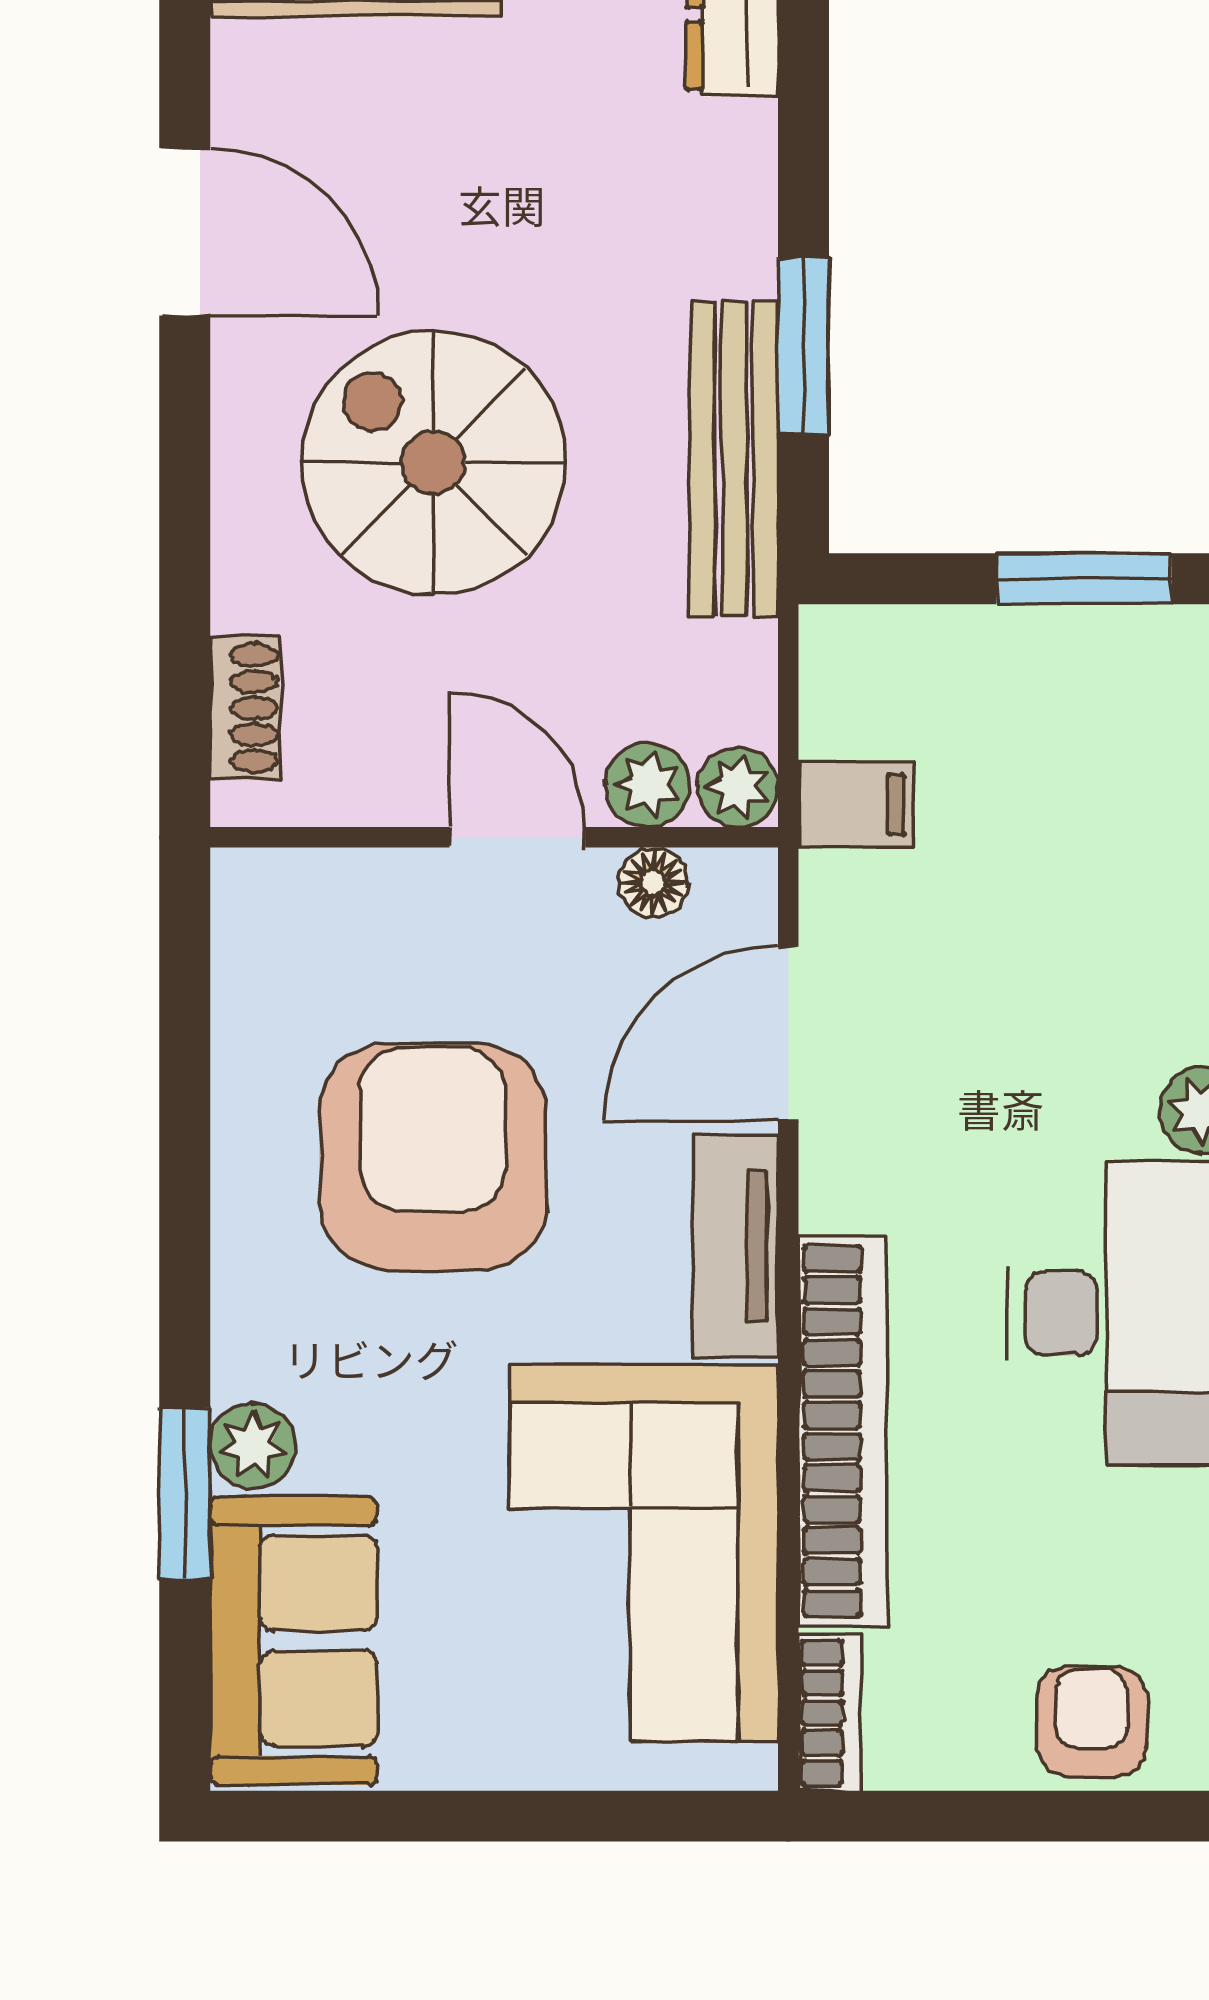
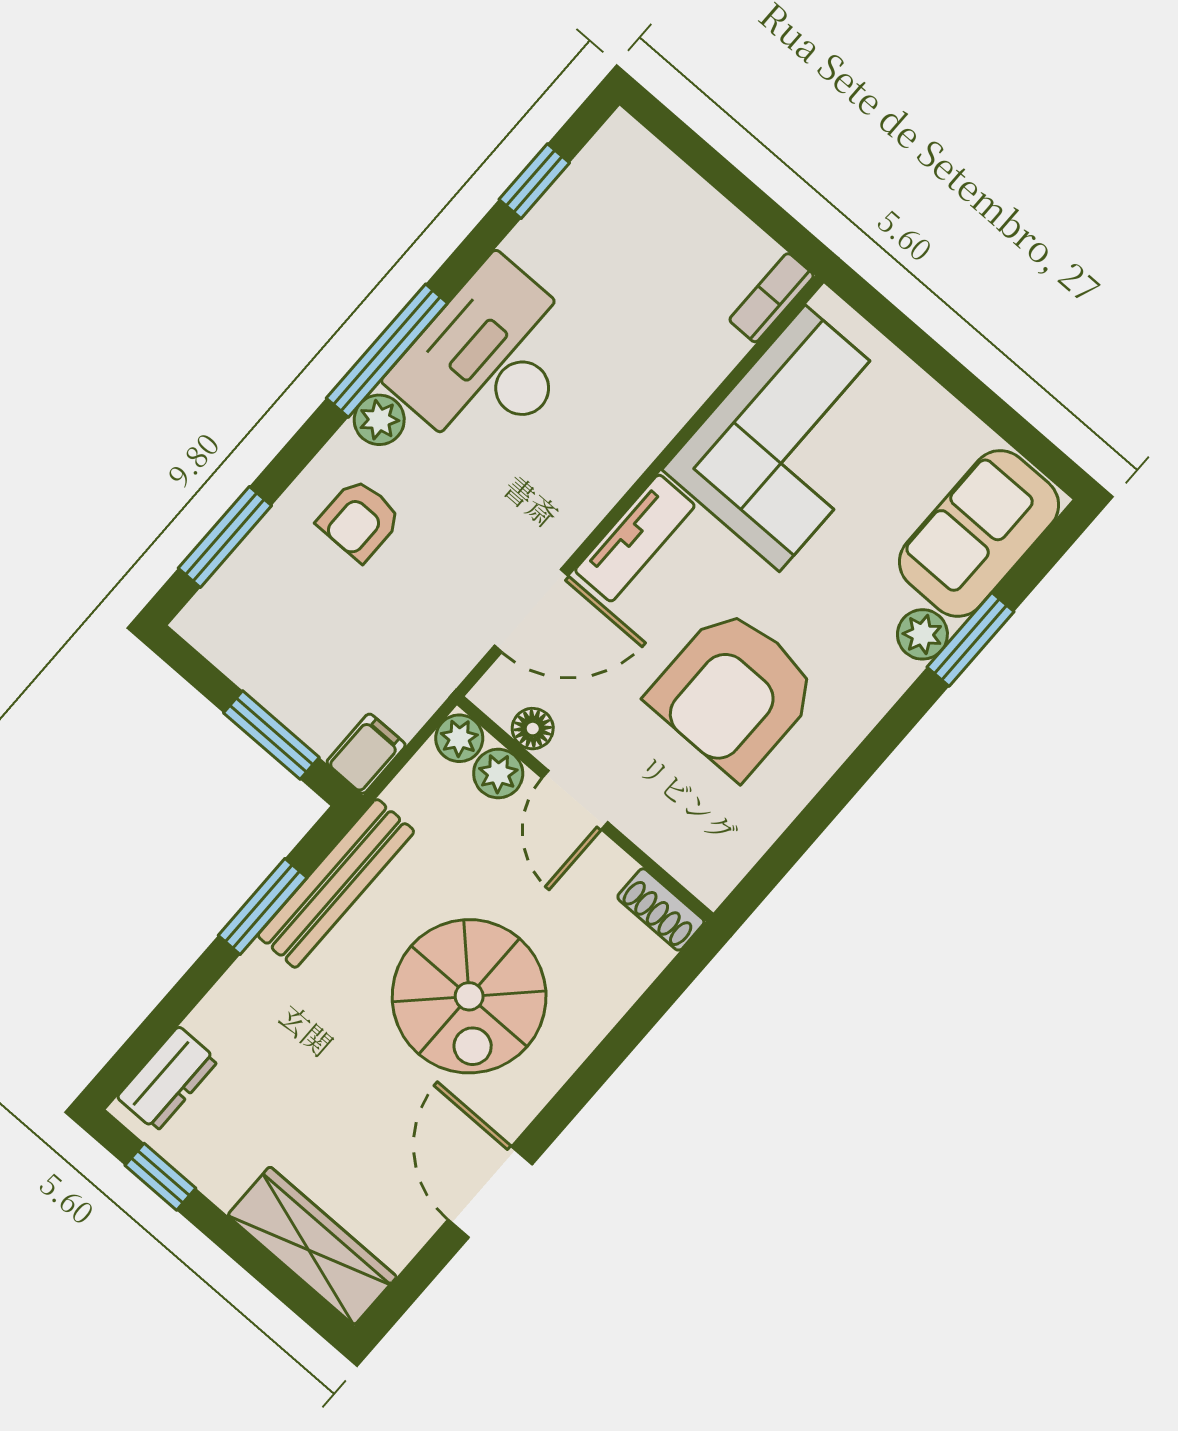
window: (1084, 579) -> (271, 735), moved
shoe rack: (245, 708) -> (661, 909), moved, turned -90
filing cabinet: (856, 805) -> (366, 754), moved, turned 90
bookcase: (843, 1431) -> (659, 416), removed
armchair: (1091, 1722) -> (359, 520), moved

